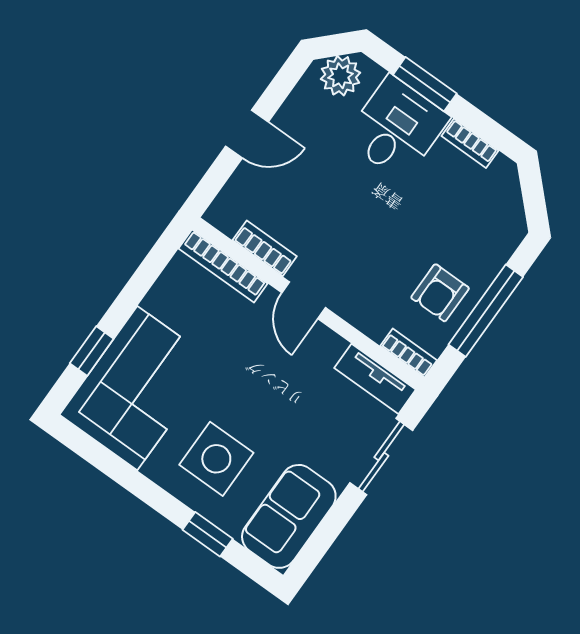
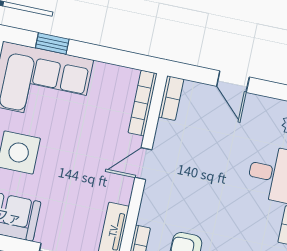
bookcase: (265, 248) -> (171, 98), moved

